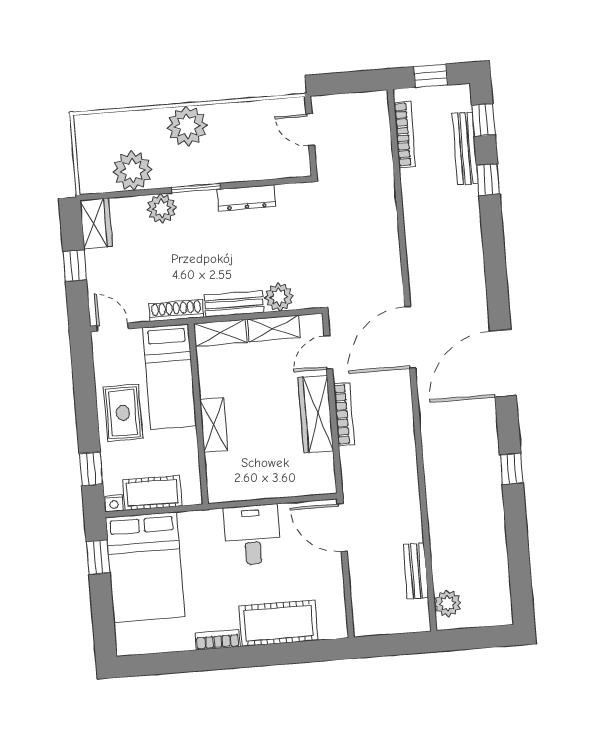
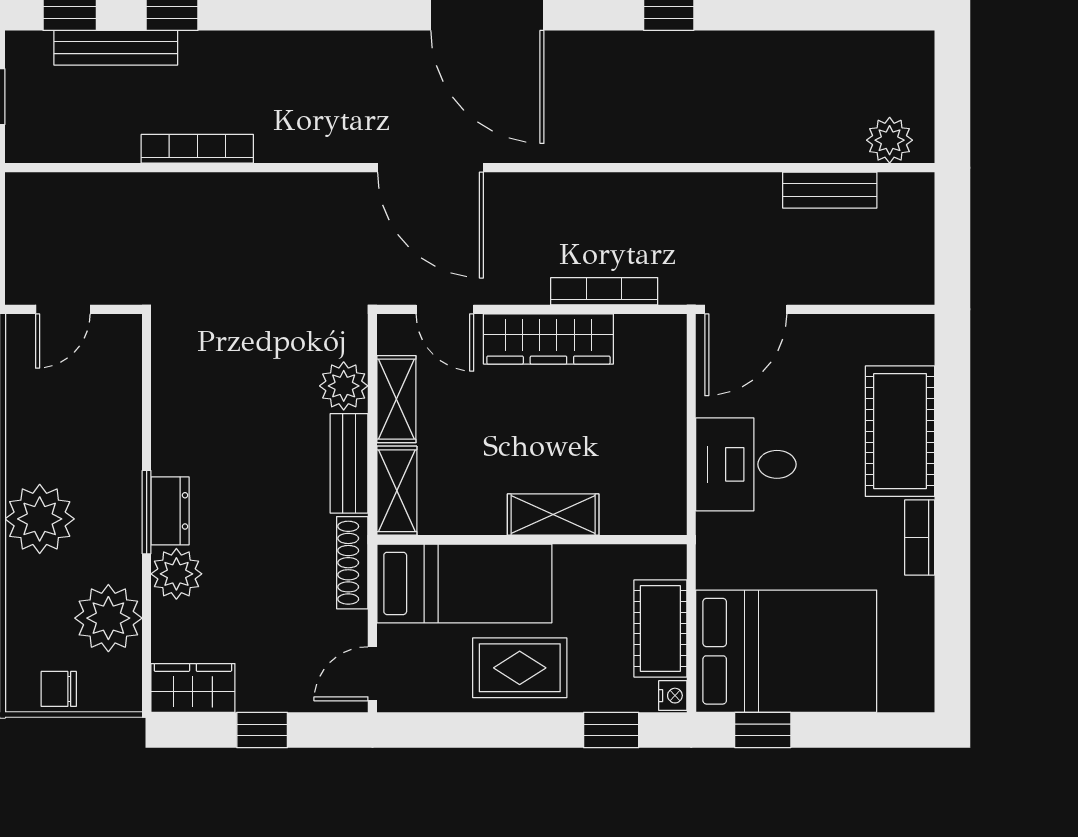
bookcase: (405, 134) -> (197, 149), moved
chair: (89, 145) -> (59, 689), added
dresser: (246, 198) -> (170, 511), moved, width x0.70
bookcase: (344, 414) -> (604, 291), moved

